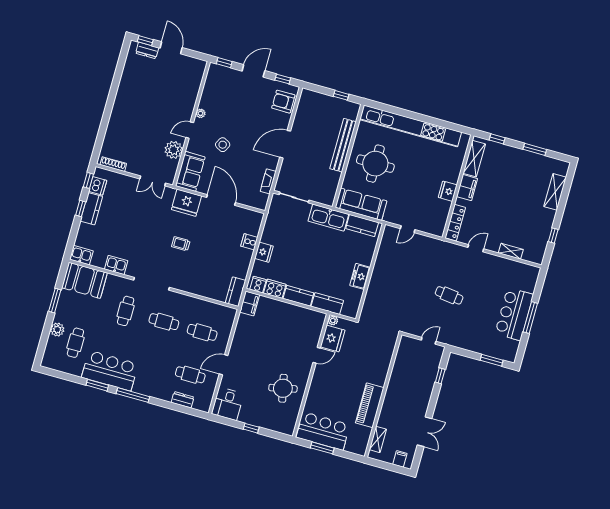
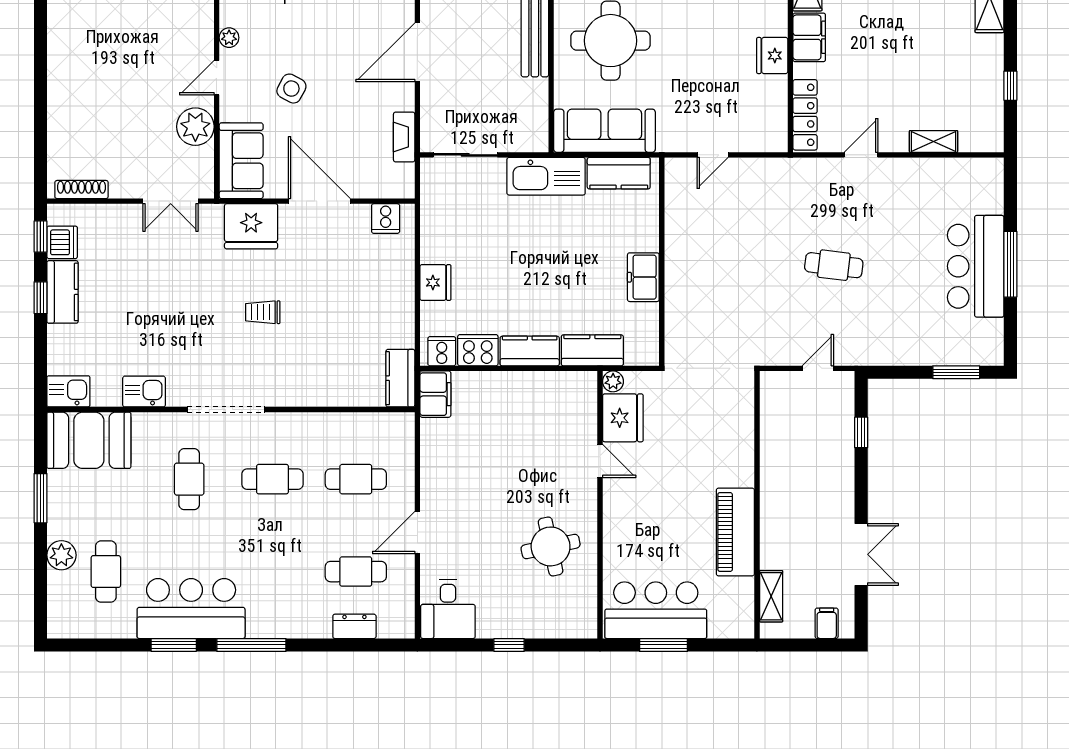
cooker: (249, 242) -> (386, 219), moved, turned -90
door: (317, 355) -> (600, 461), hinge flipped

